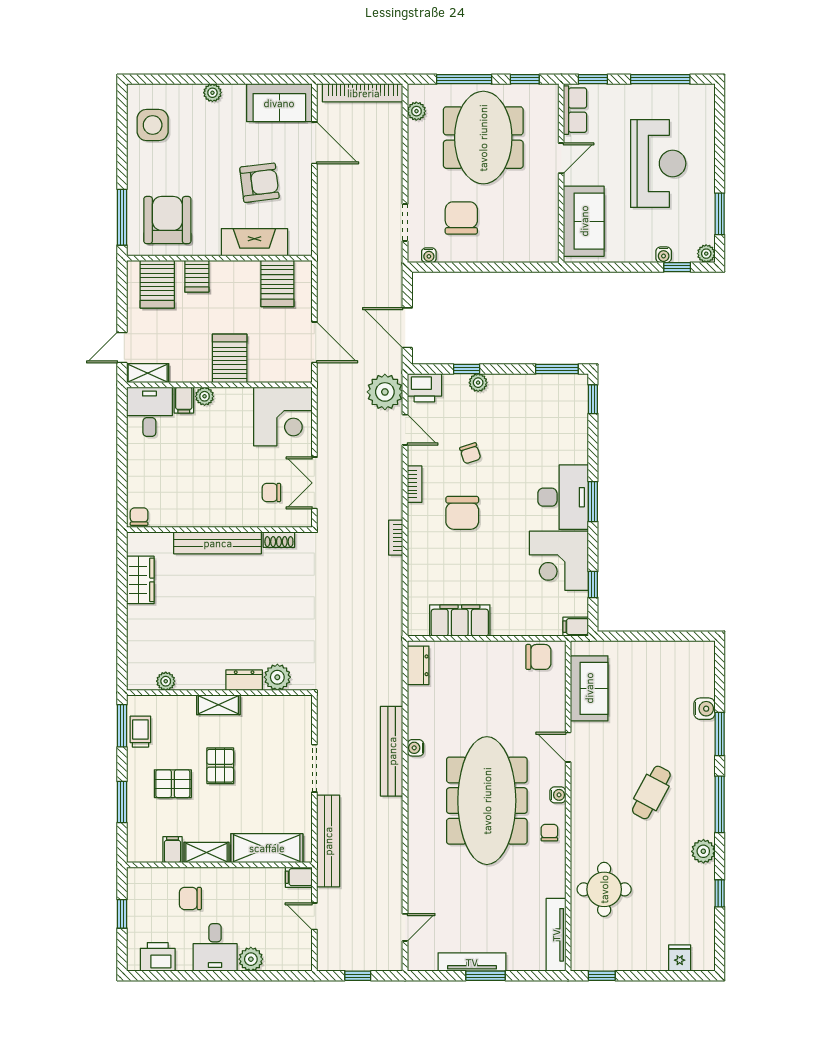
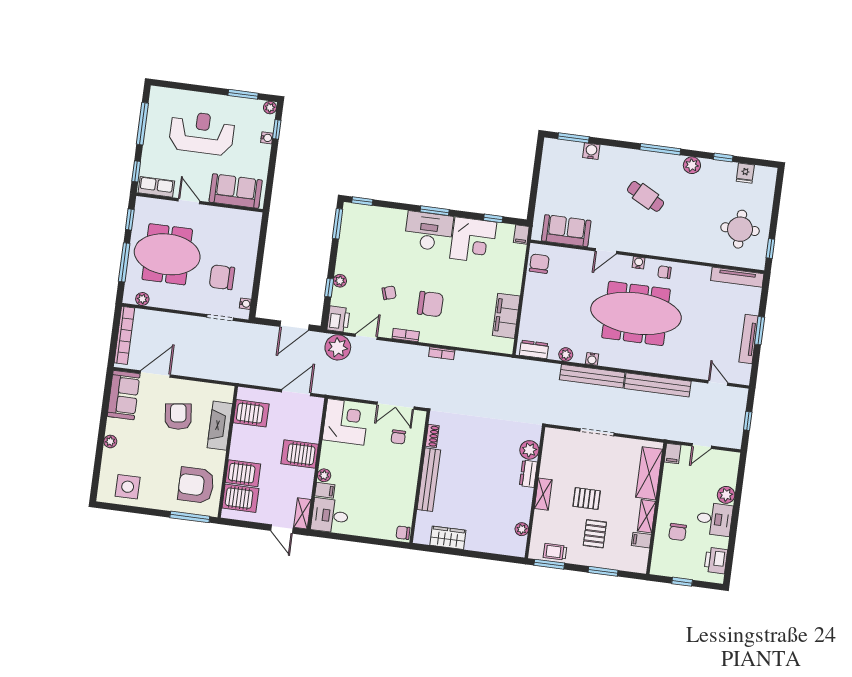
server rack: (197, 276) -> (243, 473), width x1.36, depth x1.44
plant: (417, 710) -> (566, 354), added
window: (720, 734) -> (574, 138), moved
bench: (328, 841) -> (658, 385), moved
round table: (604, 889) -> (740, 229), moved
fridge: (680, 958) -> (745, 173), moved, turned -90

